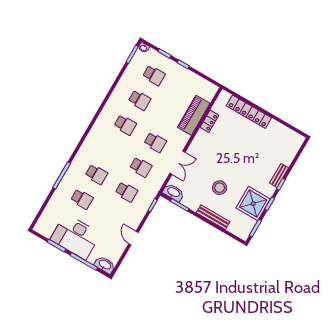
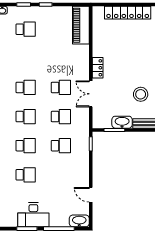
school desk: (140, 100) -> (26, 117), moved
piano: (194, 115) -> (81, 25), moved
locker: (209, 121) -> (98, 68), moved
double door: (177, 163) -> (91, 94), swing flipped
washbasin: (173, 192) -> (122, 122), moved
desk: (75, 237) -> (33, 215), width x0.73, depth x0.77
door: (134, 238) -> (91, 195), moved

